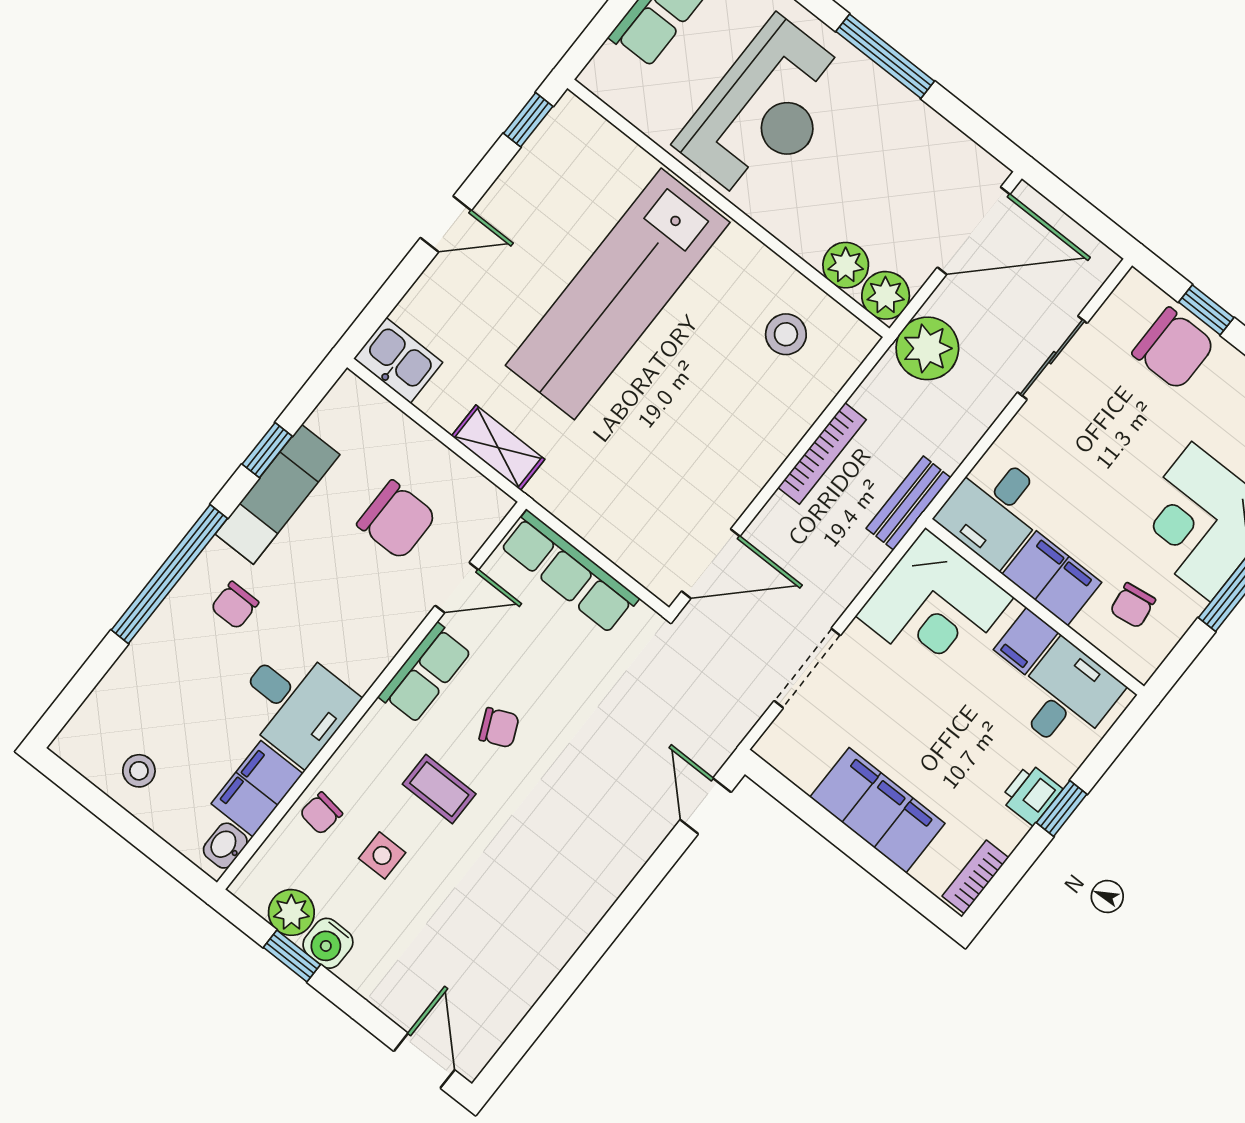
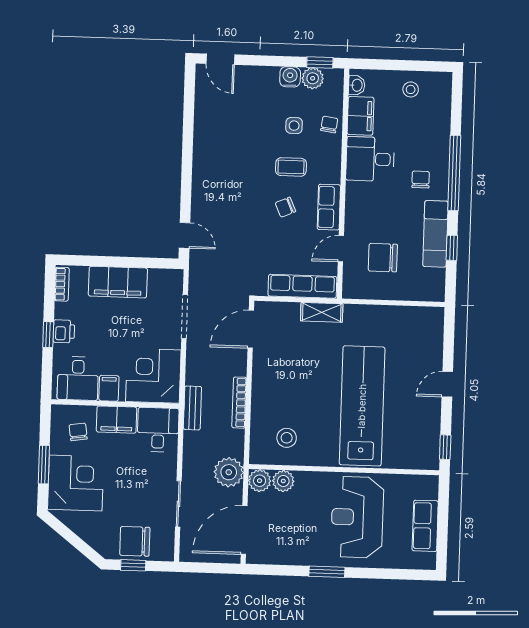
window: (885, 56) -> (327, 572), width x0.69
kitchen sink: (398, 360) -> (427, 319), removed
shelving: (498, 448) -> (322, 312), moved
window: (292, 956) -> (320, 62), moved

